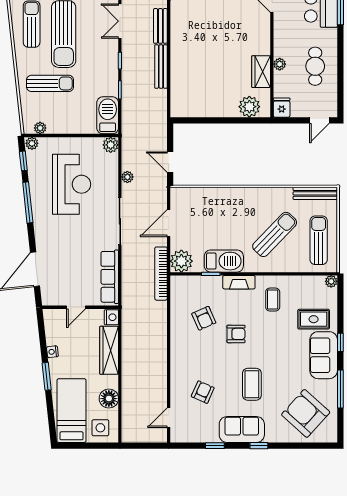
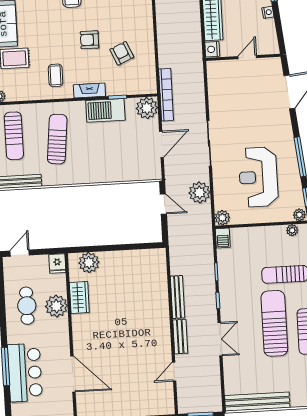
plant: (280, 64) -> (56, 306), width x1.88, depth x1.88
barbecue: (108, 115) -> (223, 238), width x0.53, depth x0.65
plant: (127, 177) -> (199, 193), width x1.88, depth x1.88
sun lounger: (275, 234) -> (57, 139), turned 142
row of seats: (110, 277) -> (216, 89), removed

